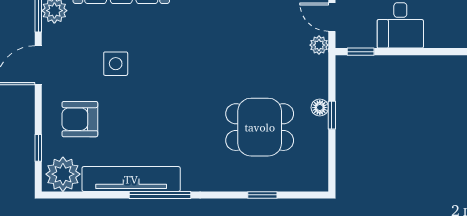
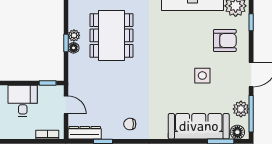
plant: (319, 45) -> (74, 35), moved
dining table: (260, 127) -> (111, 35), width x1.38

